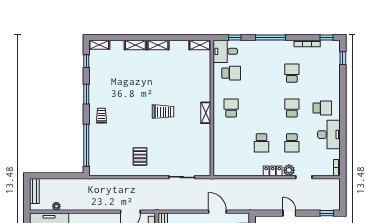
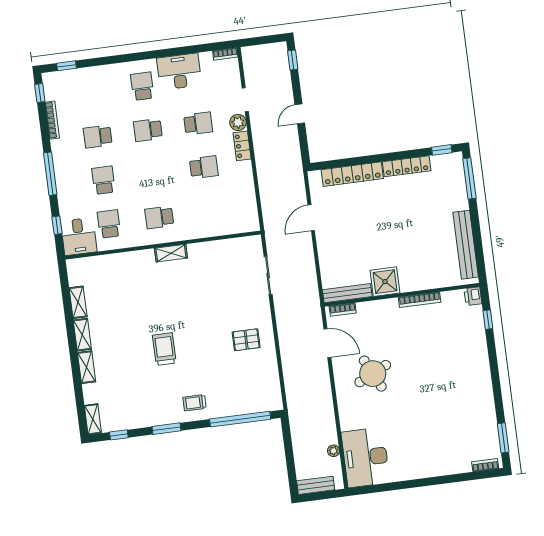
shelving: (200, 45) -> (78, 302), moved
school desk: (261, 73) -> (103, 180), added
trolley: (163, 112) -> (164, 349), moved

